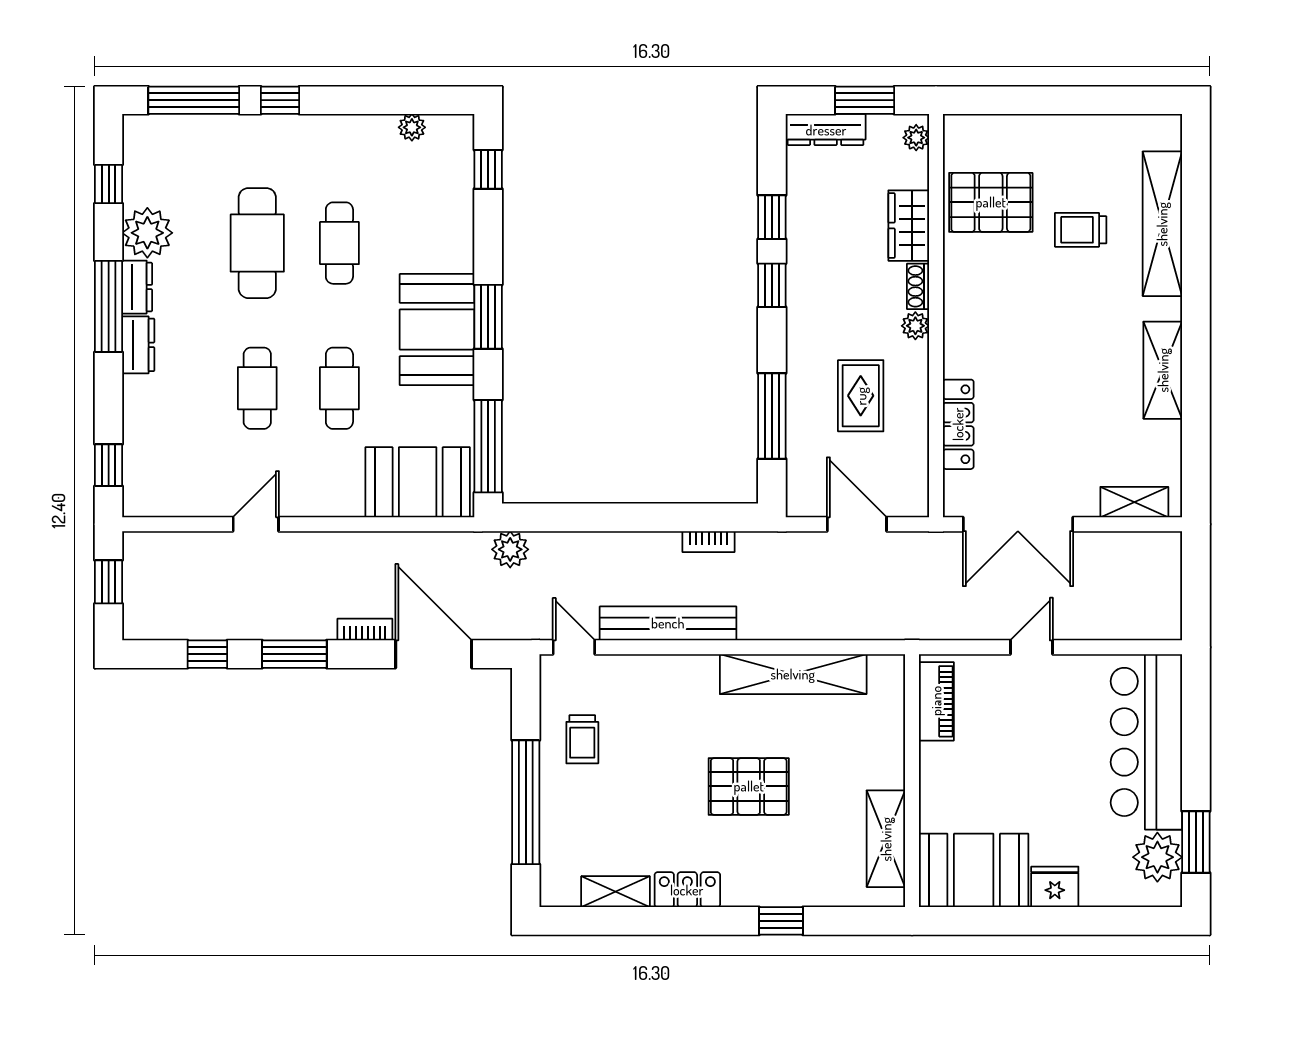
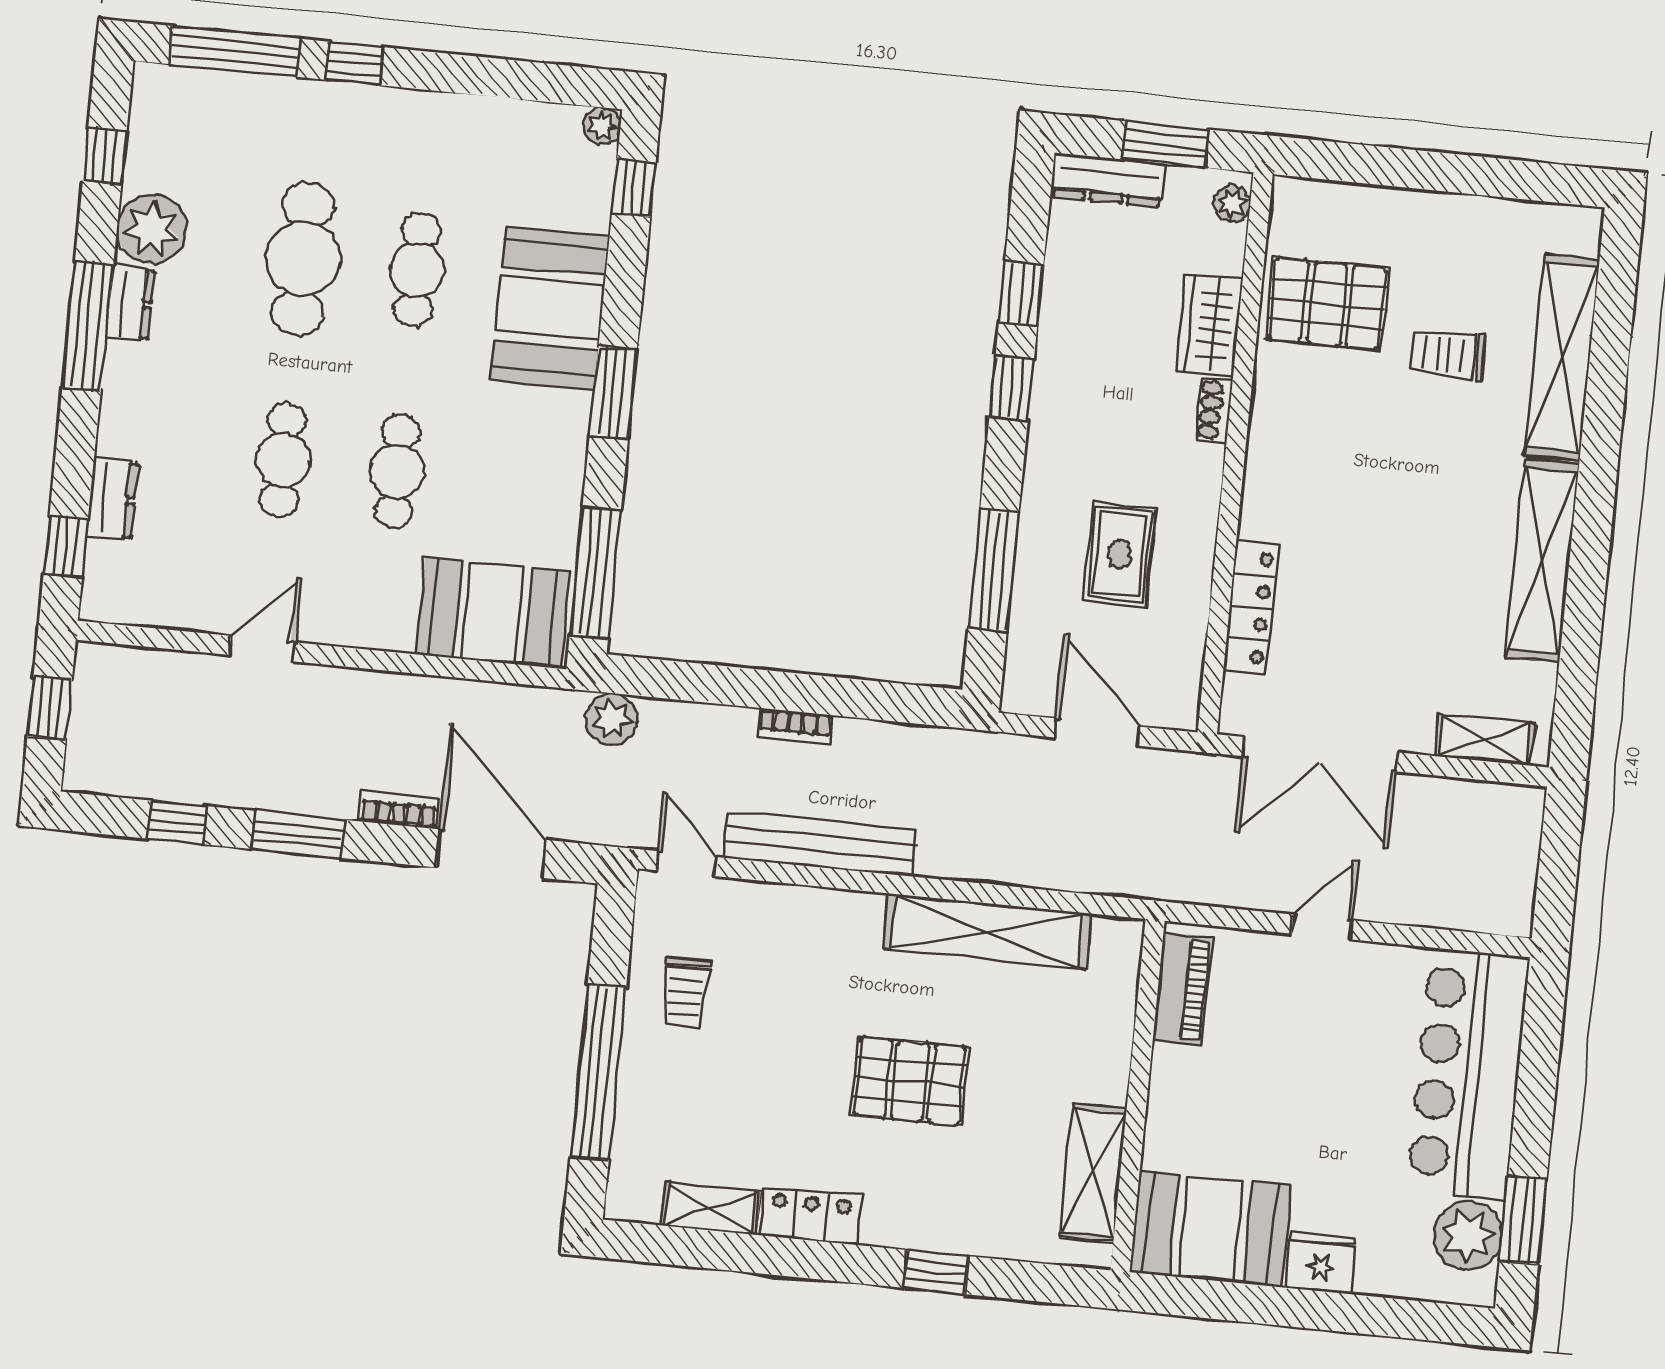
plant: (412, 127) -> (602, 126), moved
plant: (915, 326) -> (1205, 465), removed
booth: (437, 330) -> (550, 308), moved
dresser: (138, 345) -> (112, 499), moved
shelving: (1163, 370) -> (1542, 561), width x1.47
bookcase: (709, 542) -> (795, 726), moved

